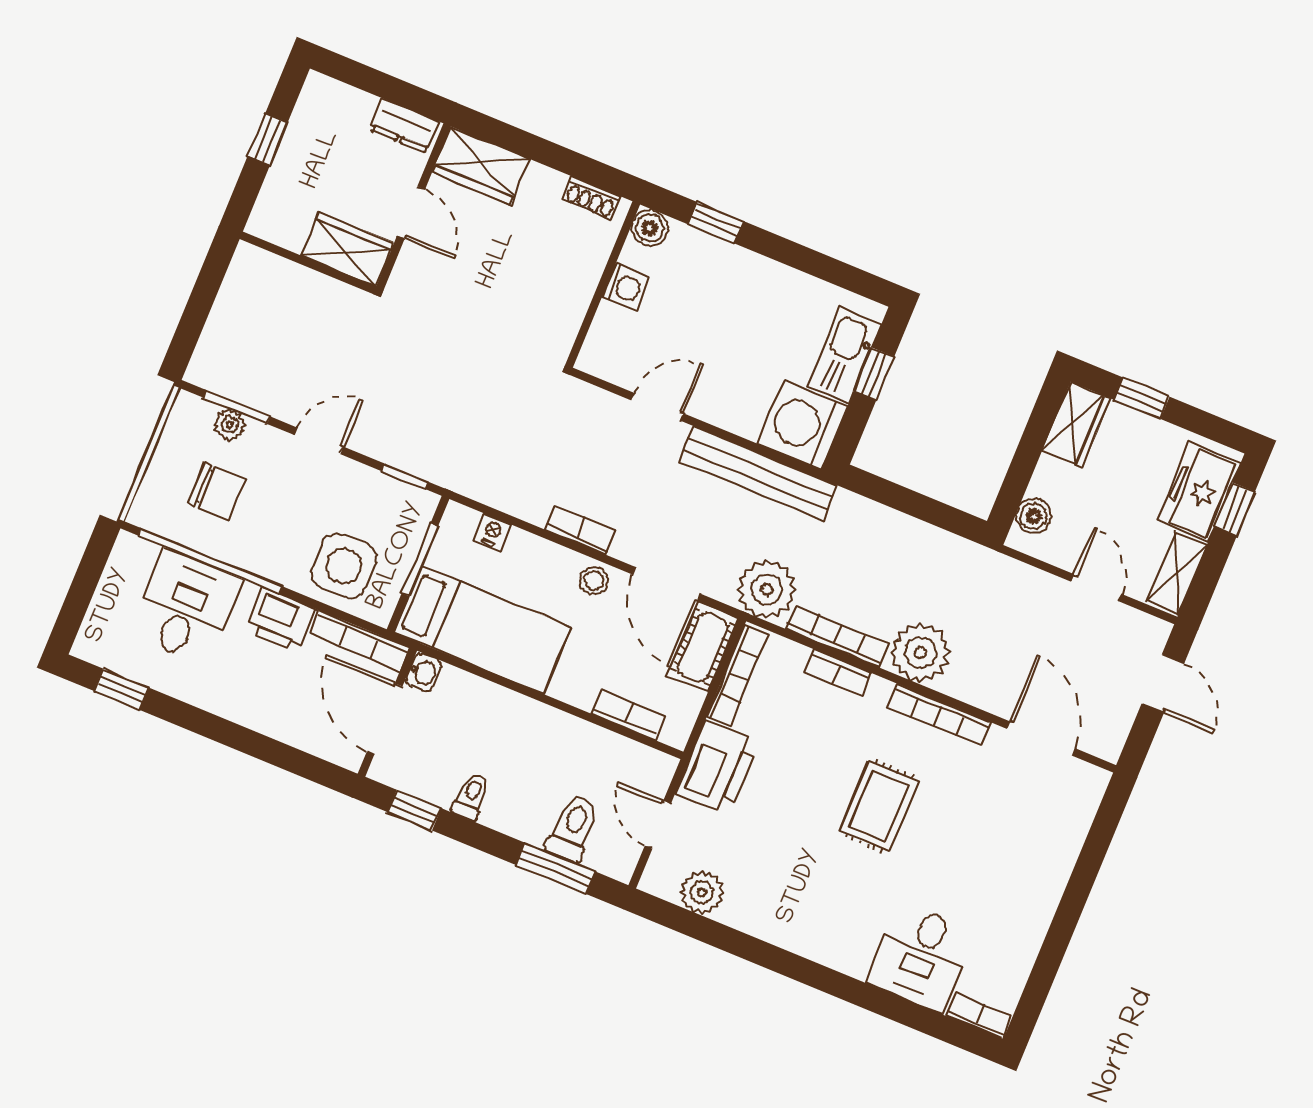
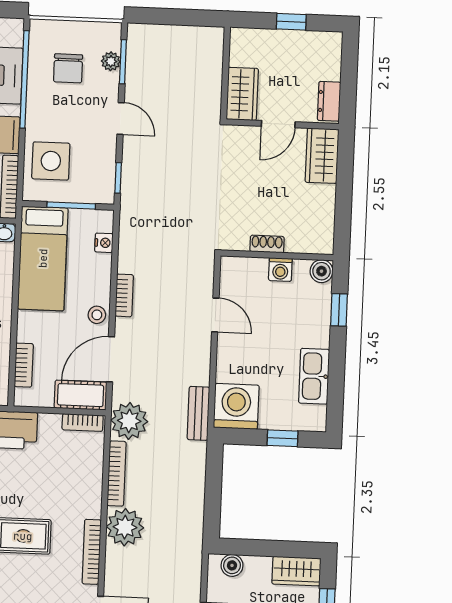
shoe rack: (591, 198) -> (267, 244), moved, turned 90
kitchen sink: (844, 355) -> (314, 376), moved, turned -90
bench: (758, 474) -> (198, 413), width x0.54, depth x0.82
bookcase: (838, 673) -> (95, 482), removed
bookcase: (737, 675) -> (83, 423), width x0.64

